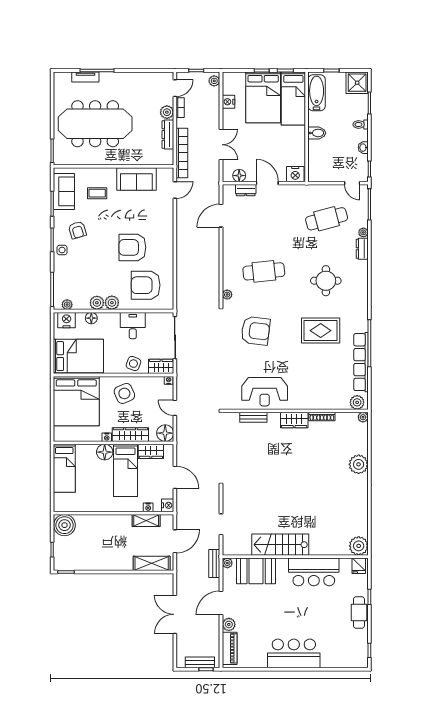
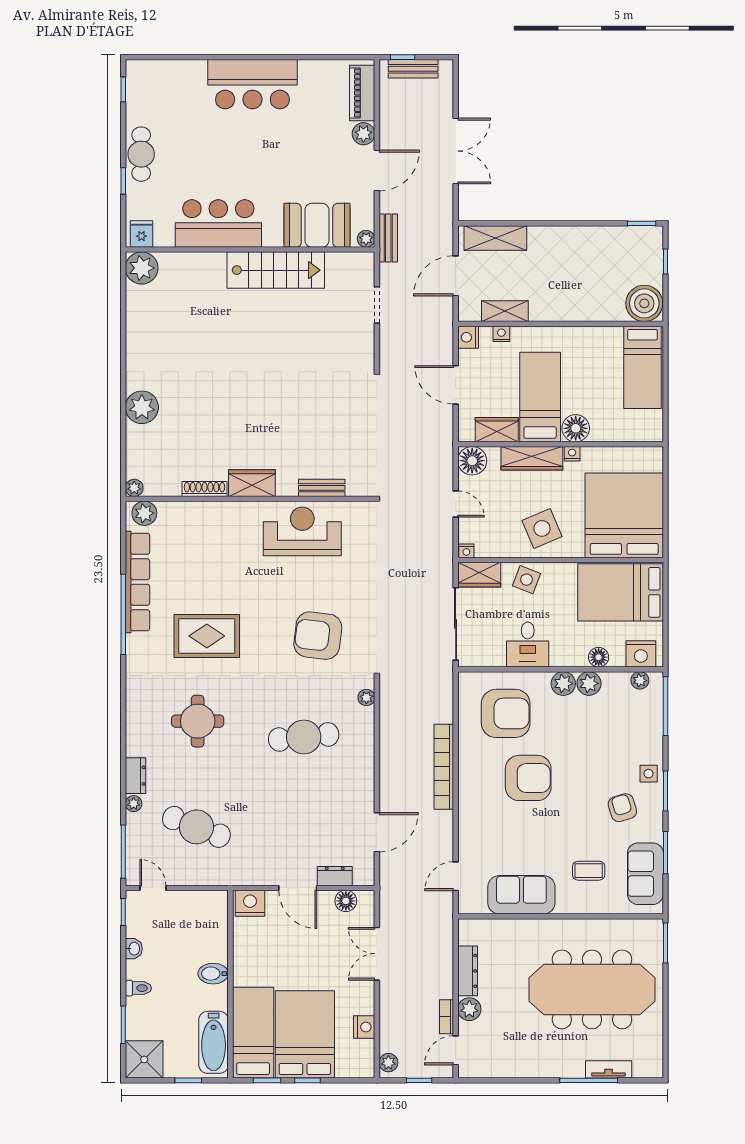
bookcase: (182, 153) -> (444, 767), moved
cafe table: (327, 219) -> (196, 827), turned 36
bed: (64, 468) -> (643, 367), moved, turned 180

